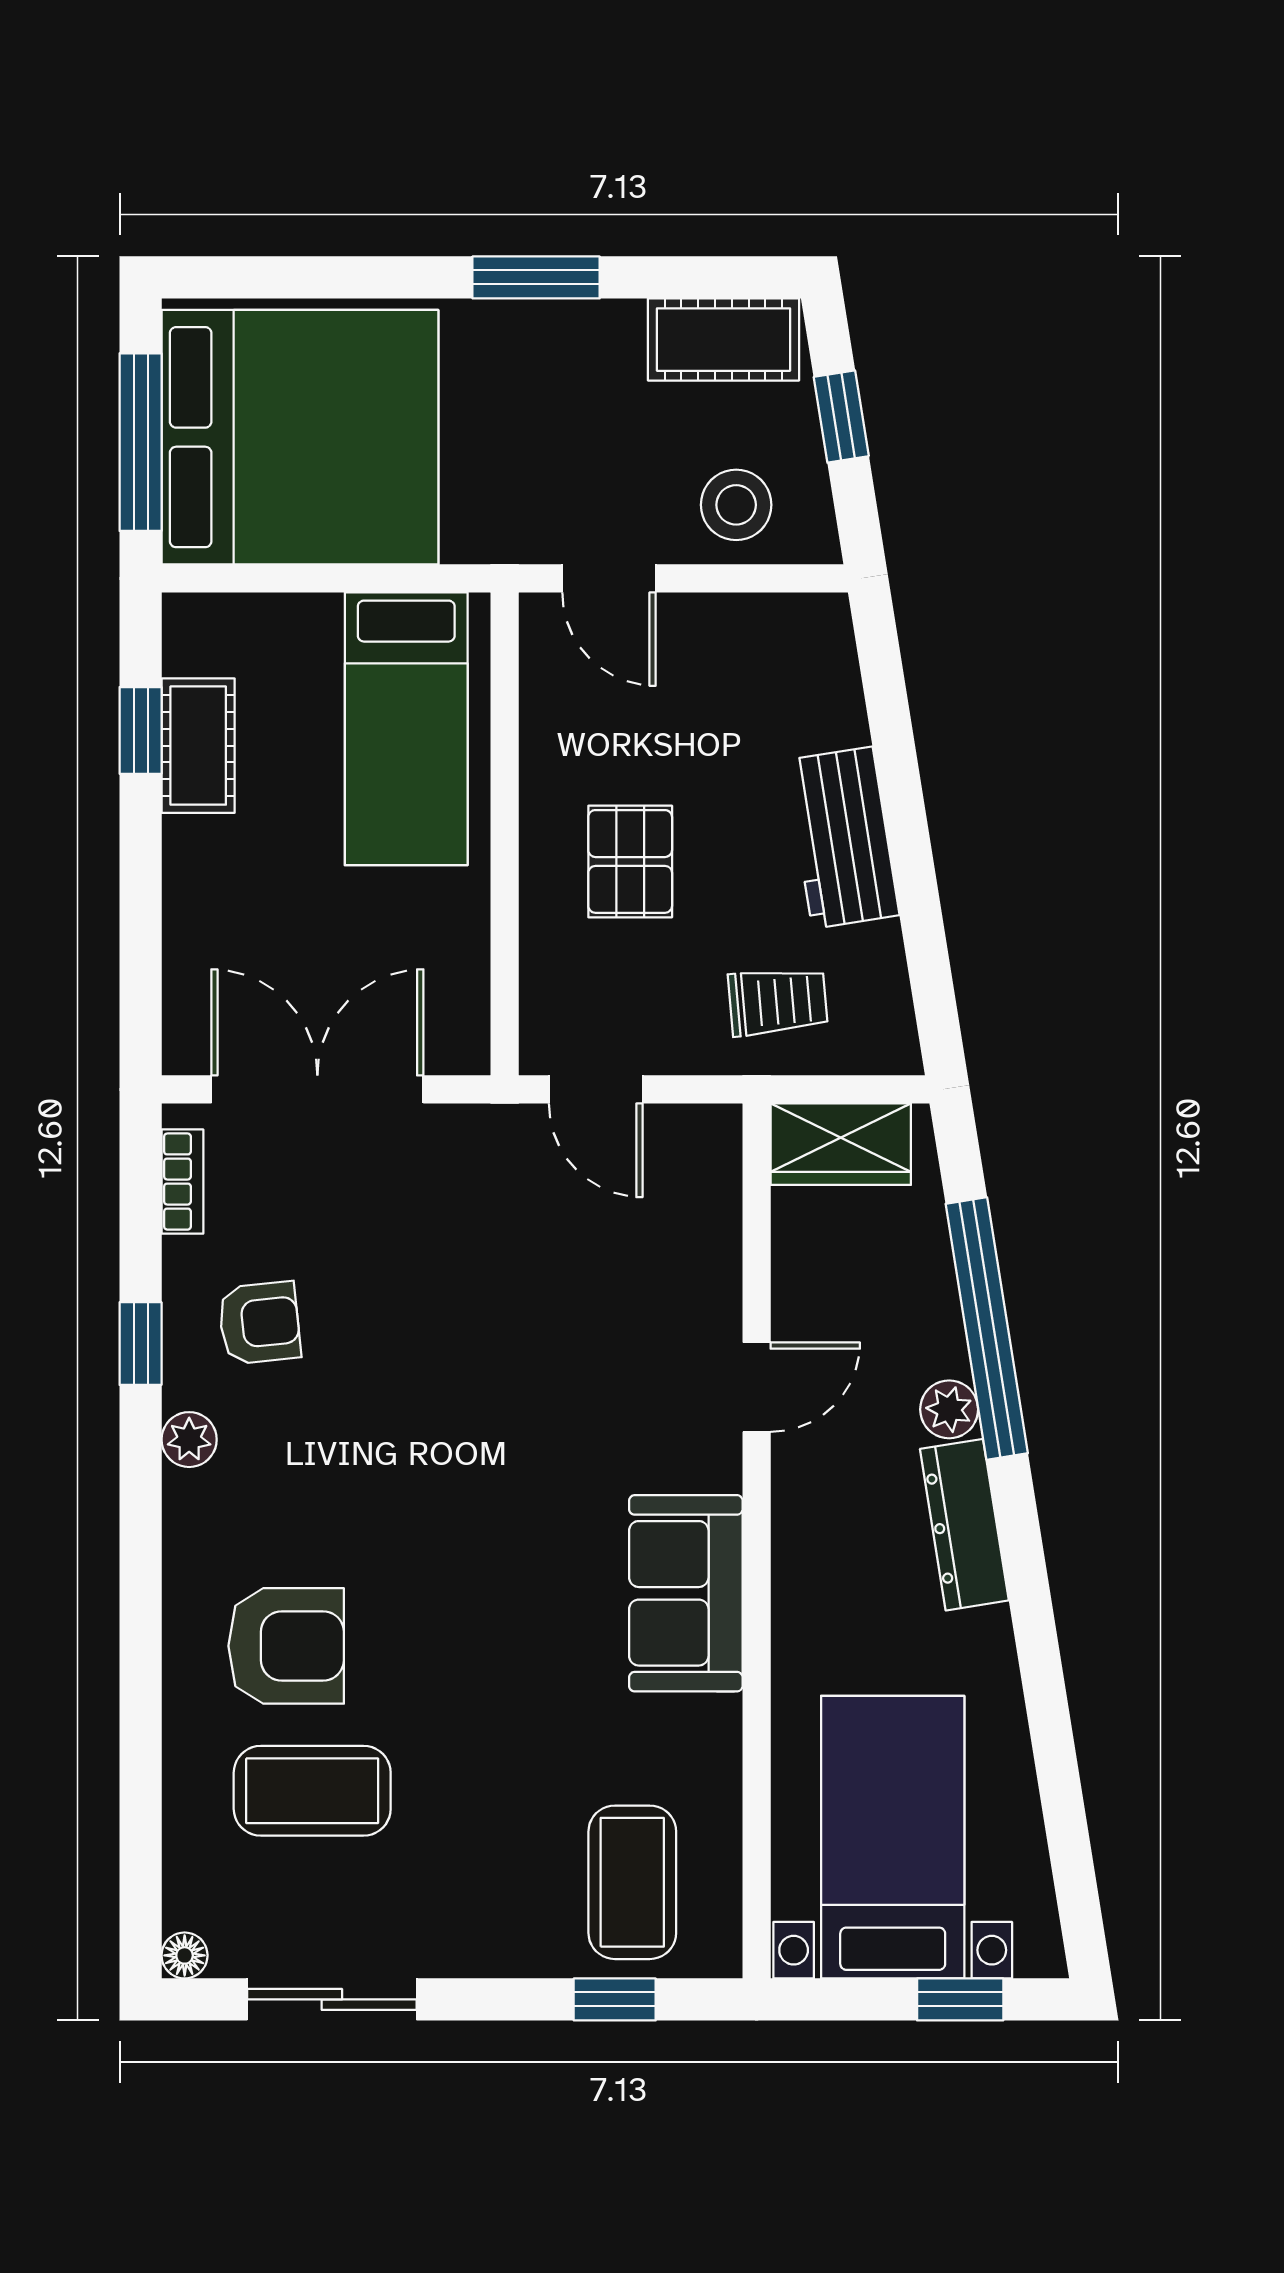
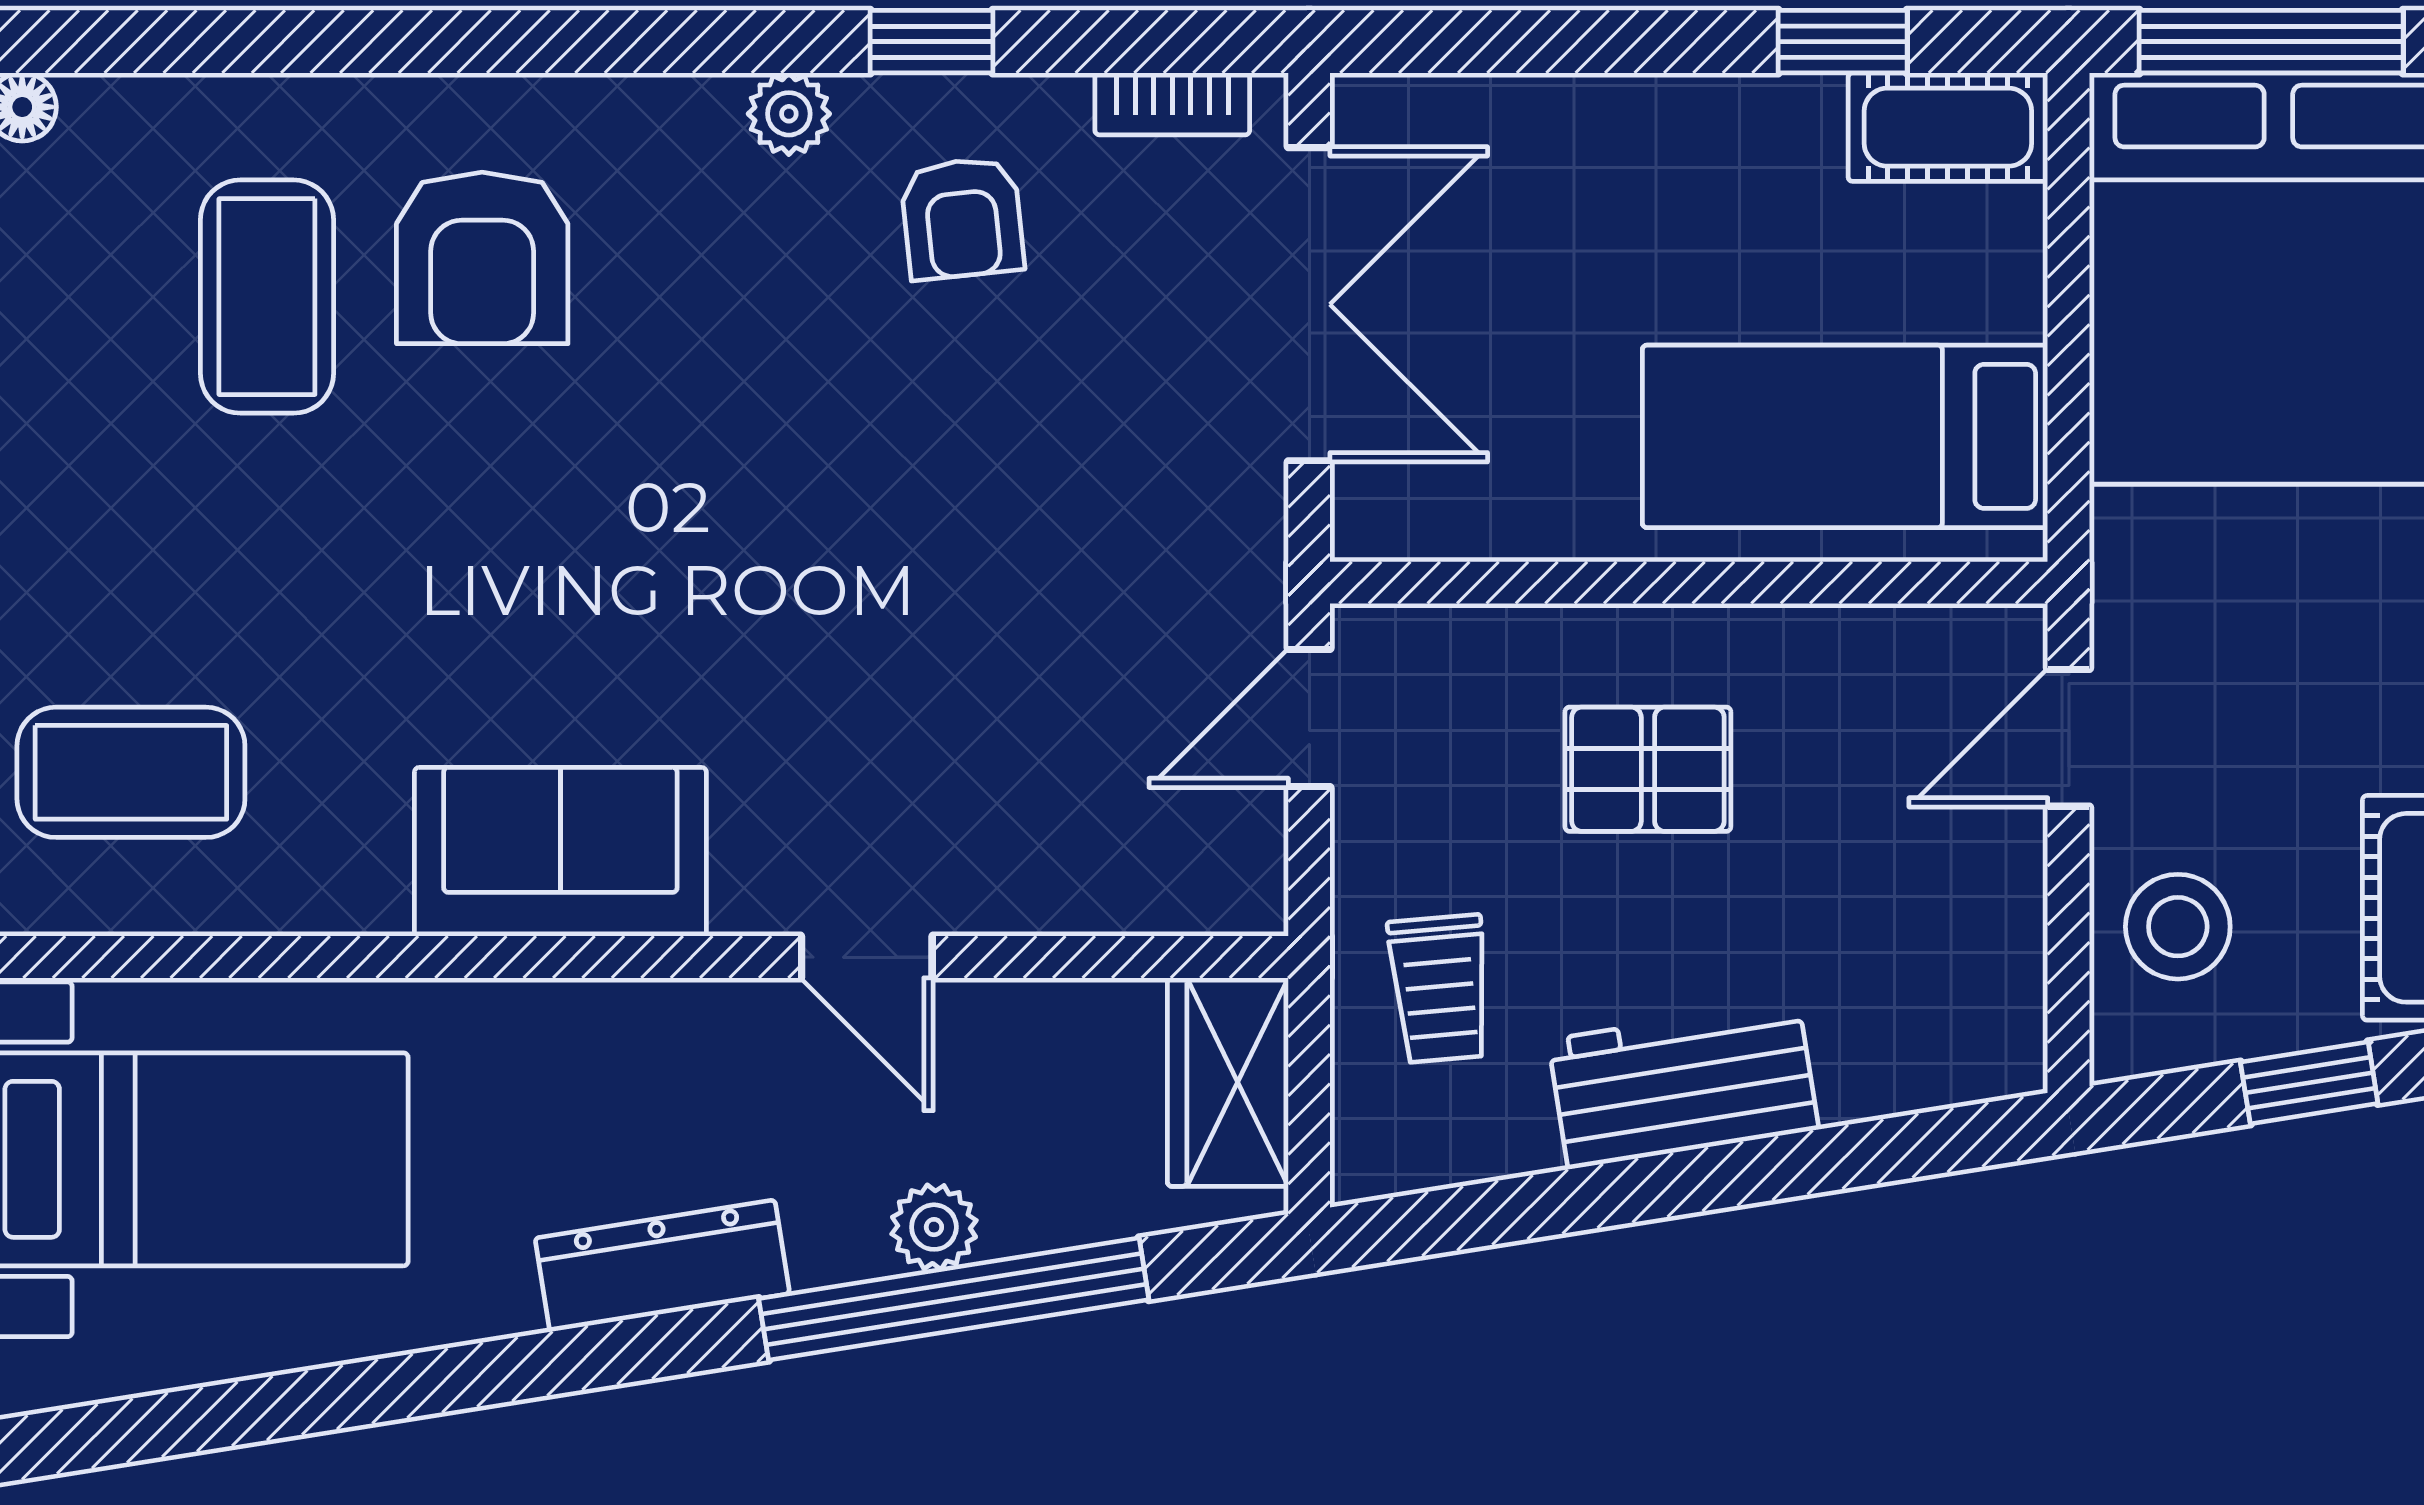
cot: (198, 746) -> (1948, 127), moved
plant: (949, 1409) -> (934, 1227), moved

